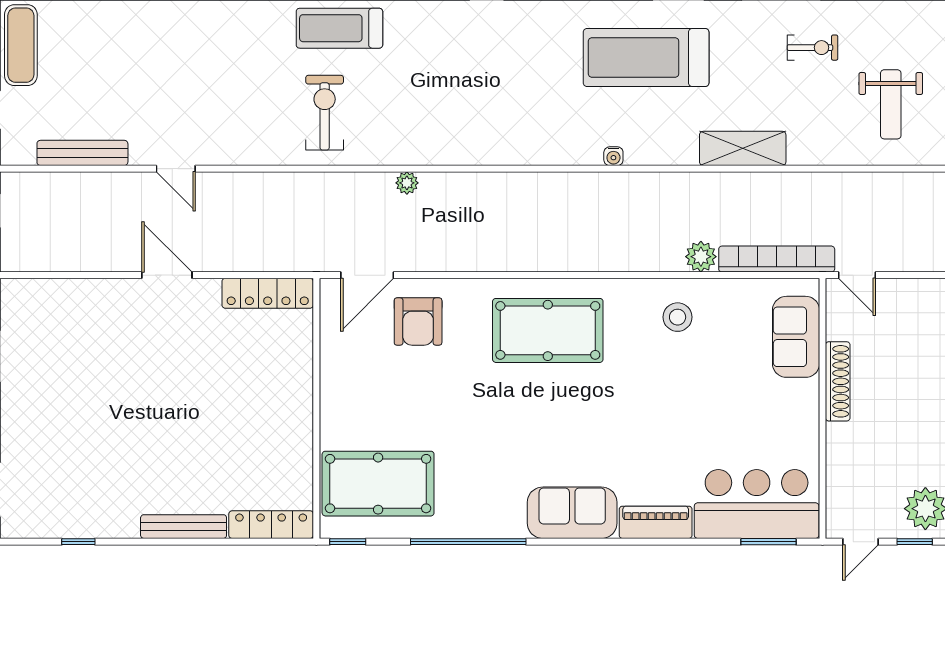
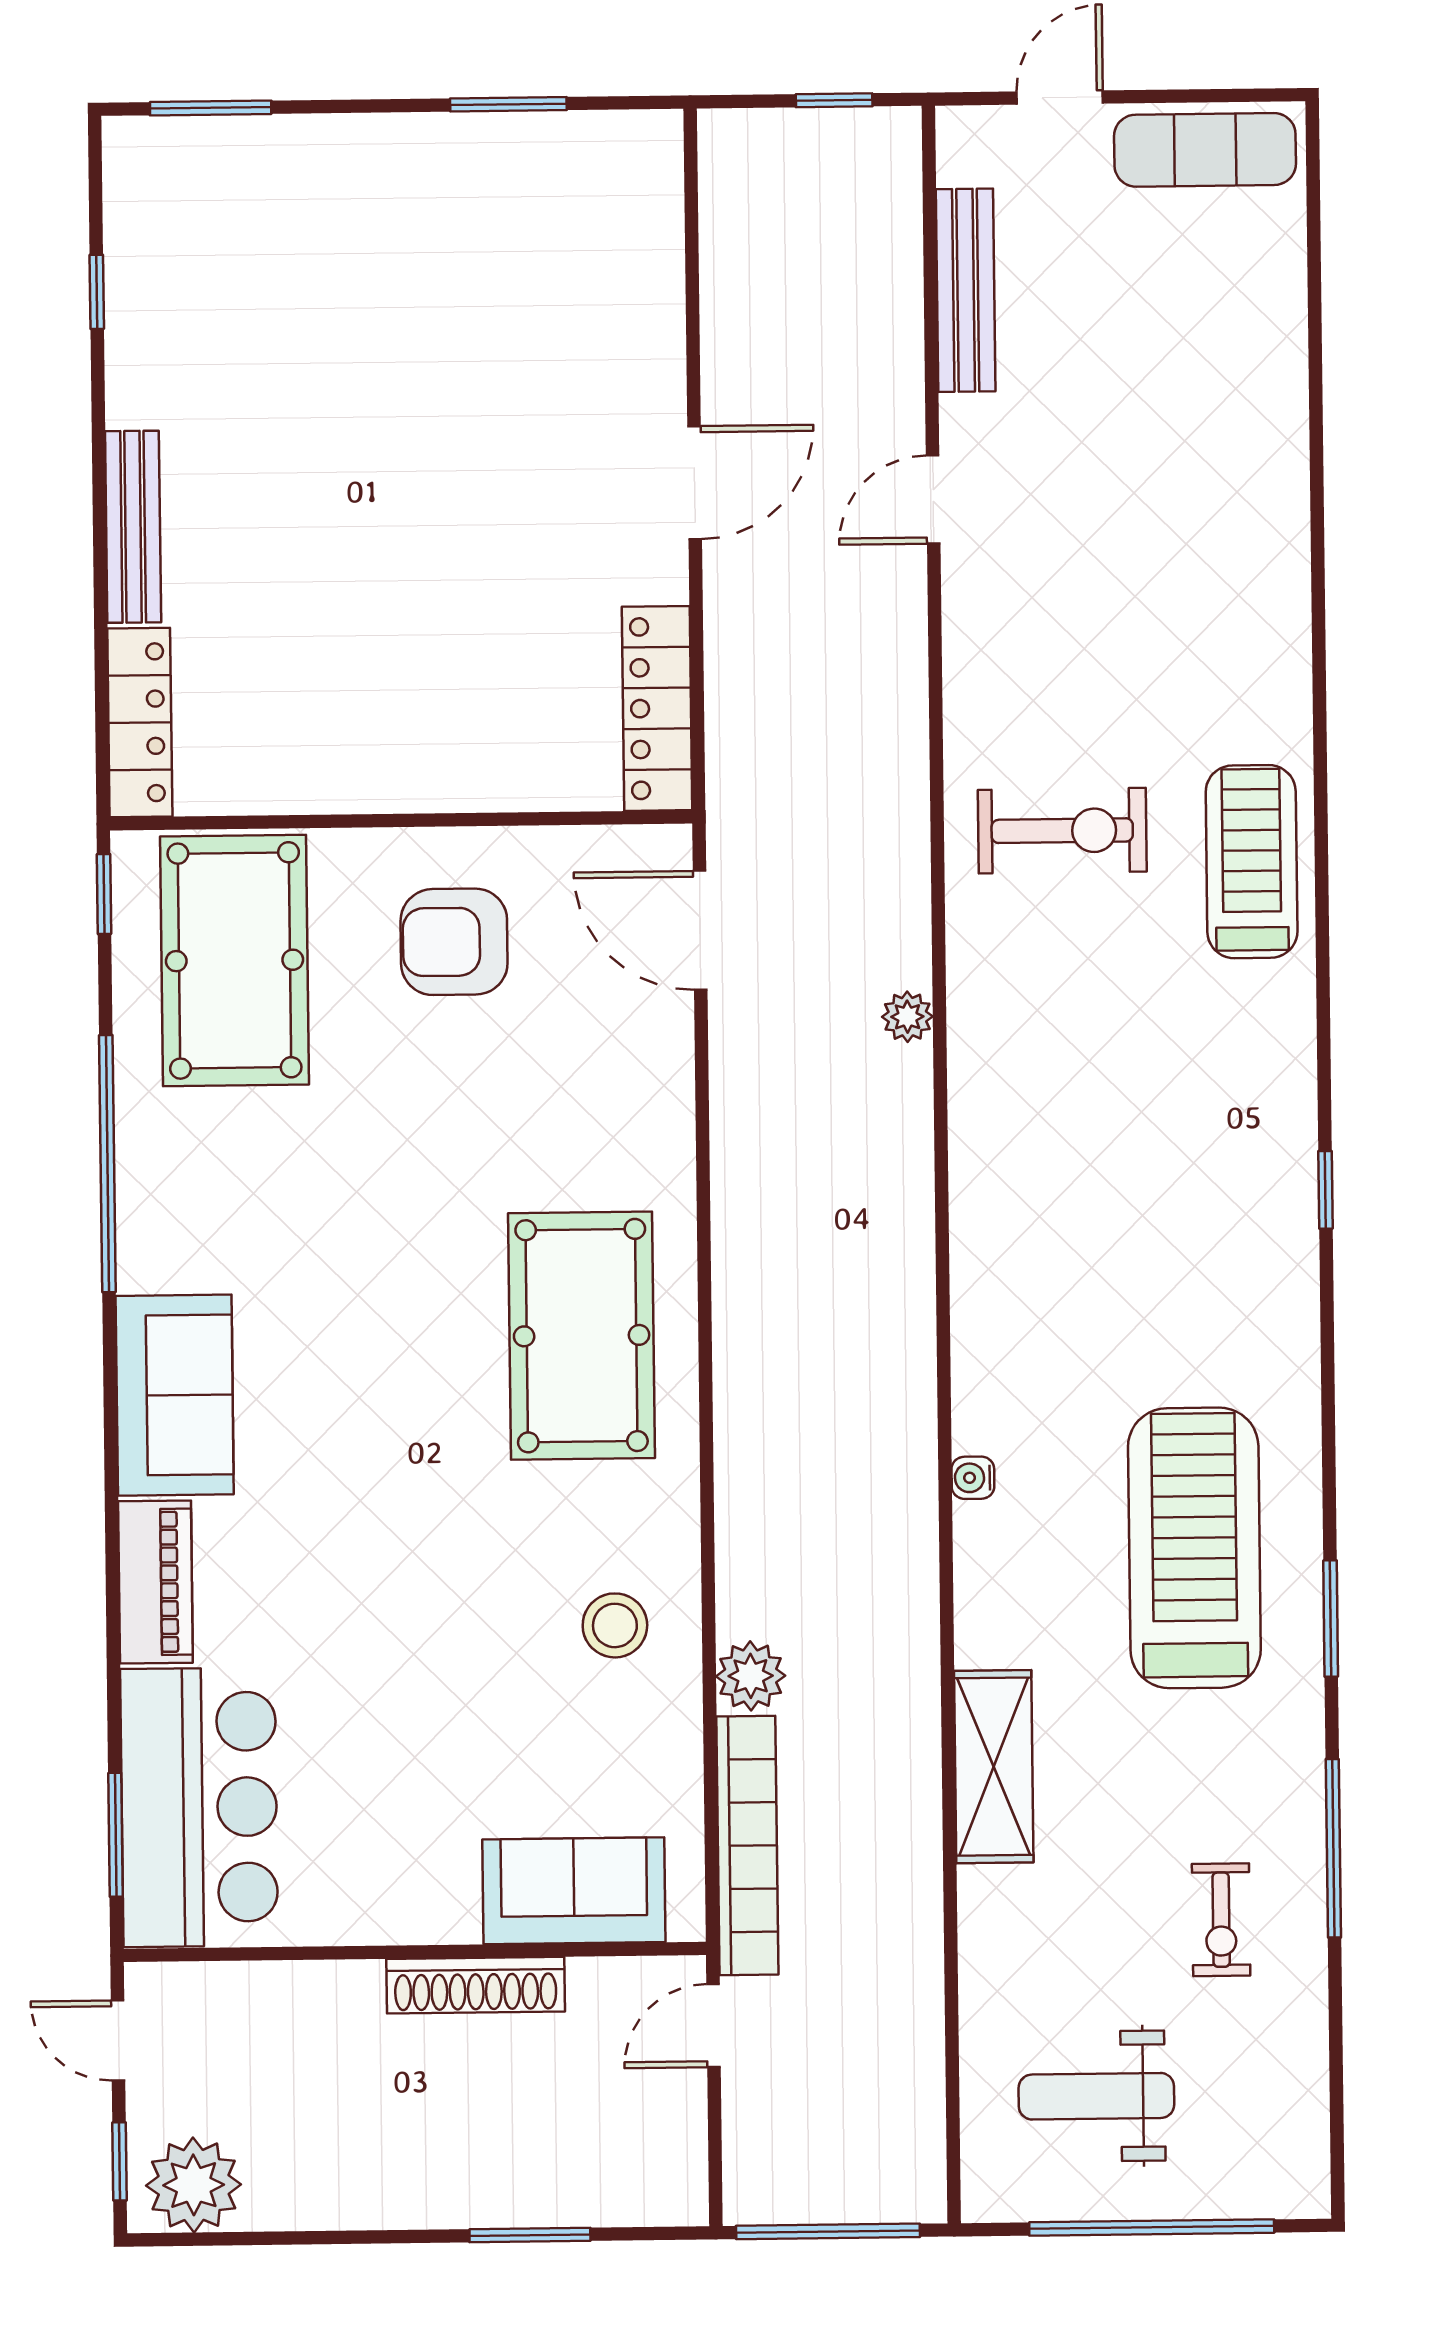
armchair: (418, 321) -> (454, 942), moved

